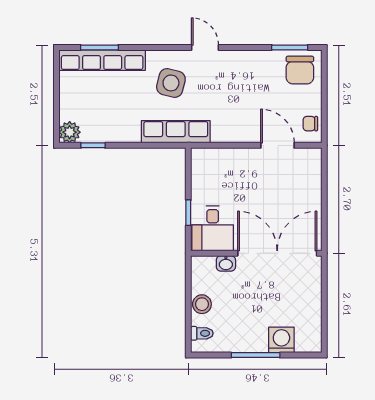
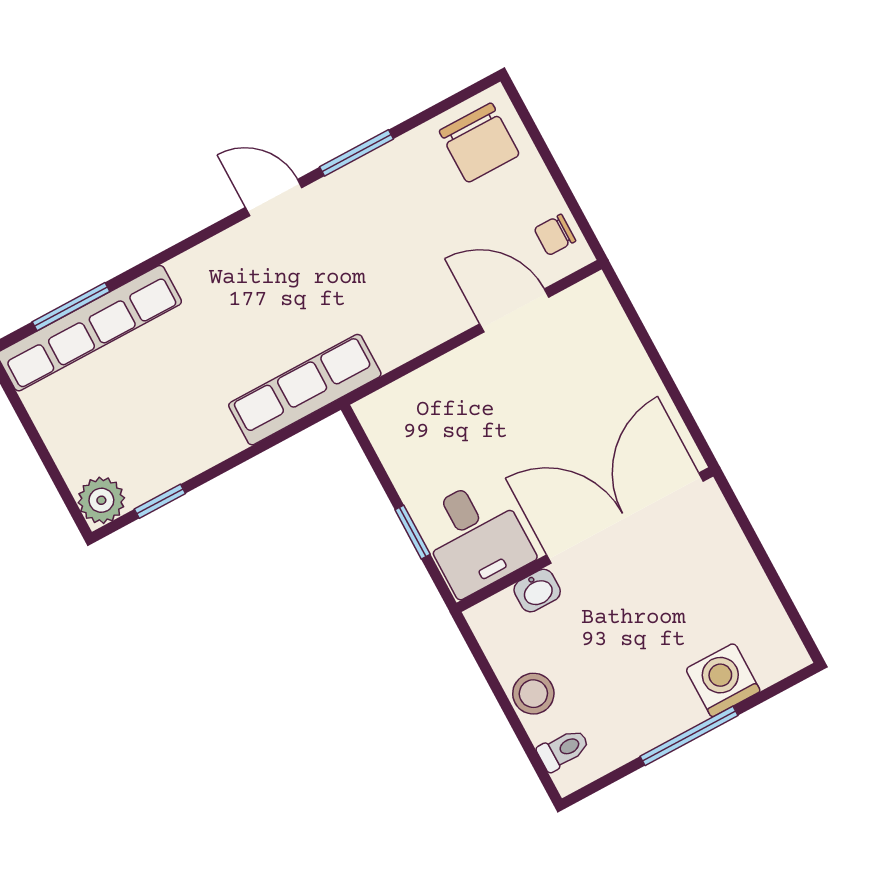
window: (290, 47) -> (356, 153), moved
side table: (171, 83) -> (245, 301), removed

